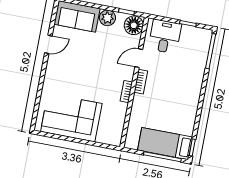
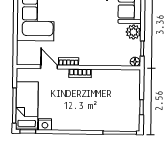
floor lamp: (134, 25) -> (135, 62), width x0.53, depth x0.53
desk: (165, 36) -> (126, 88), removed
door: (139, 58) -> (49, 67), moved
nightstand: (188, 128) -> (45, 124), added

